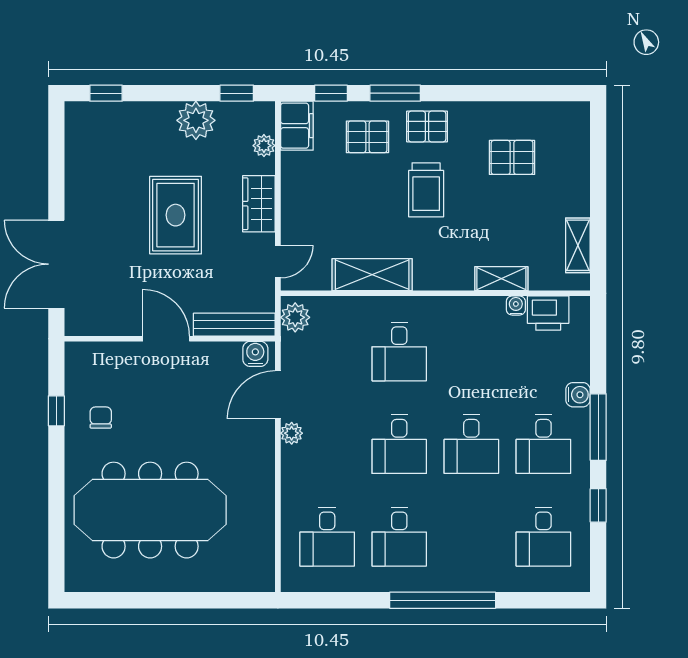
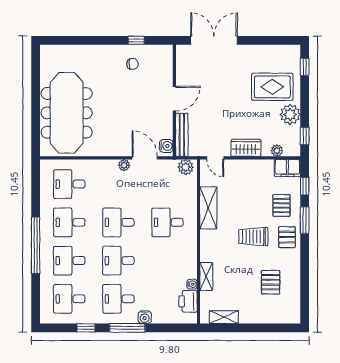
rug: (176, 215) -> (272, 87), moved
meeting table: (150, 510) -> (67, 113), moved
desk: (471, 537) -> (69, 261), added

